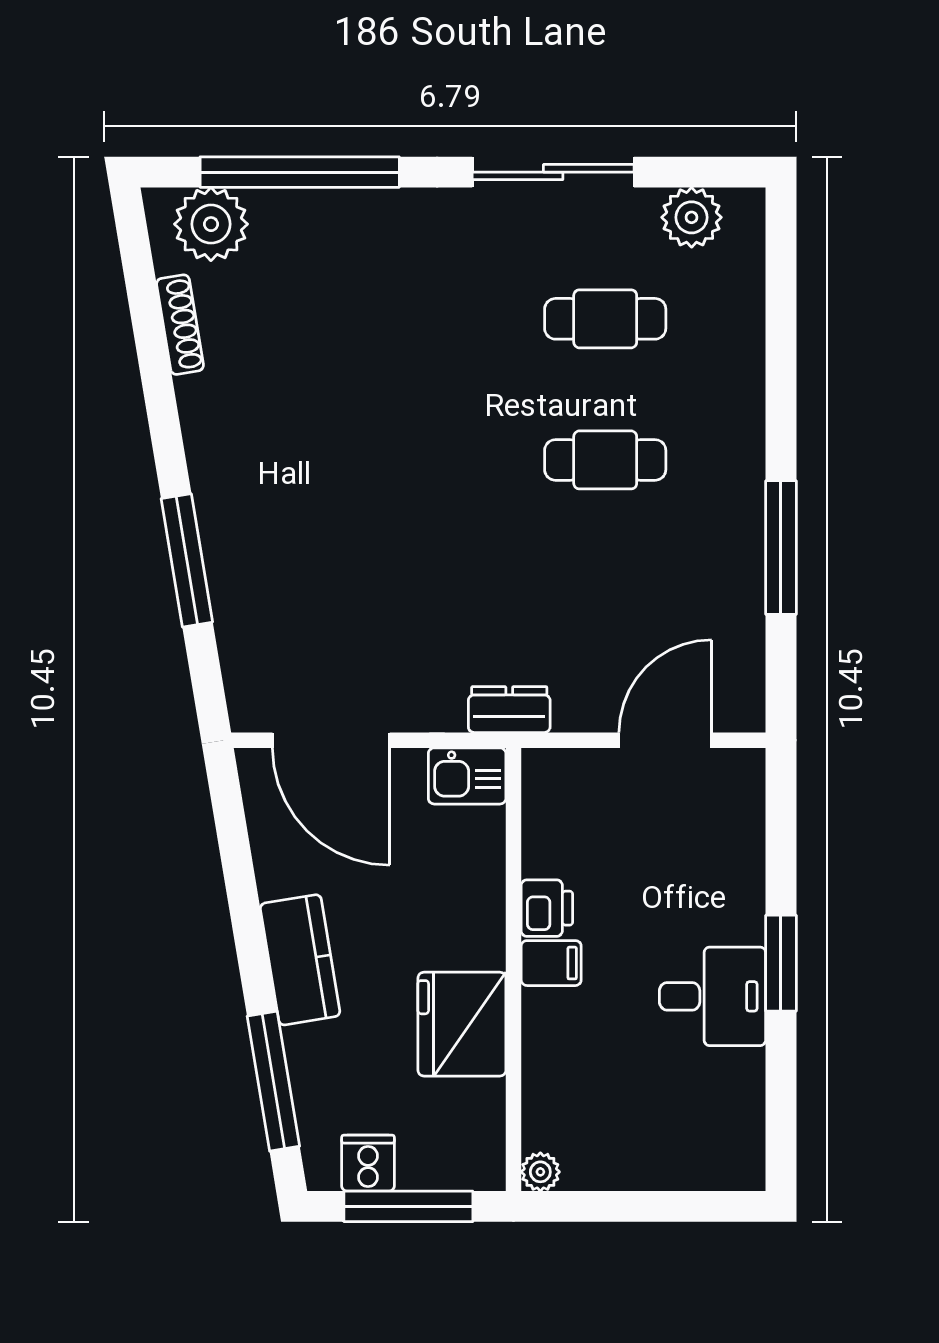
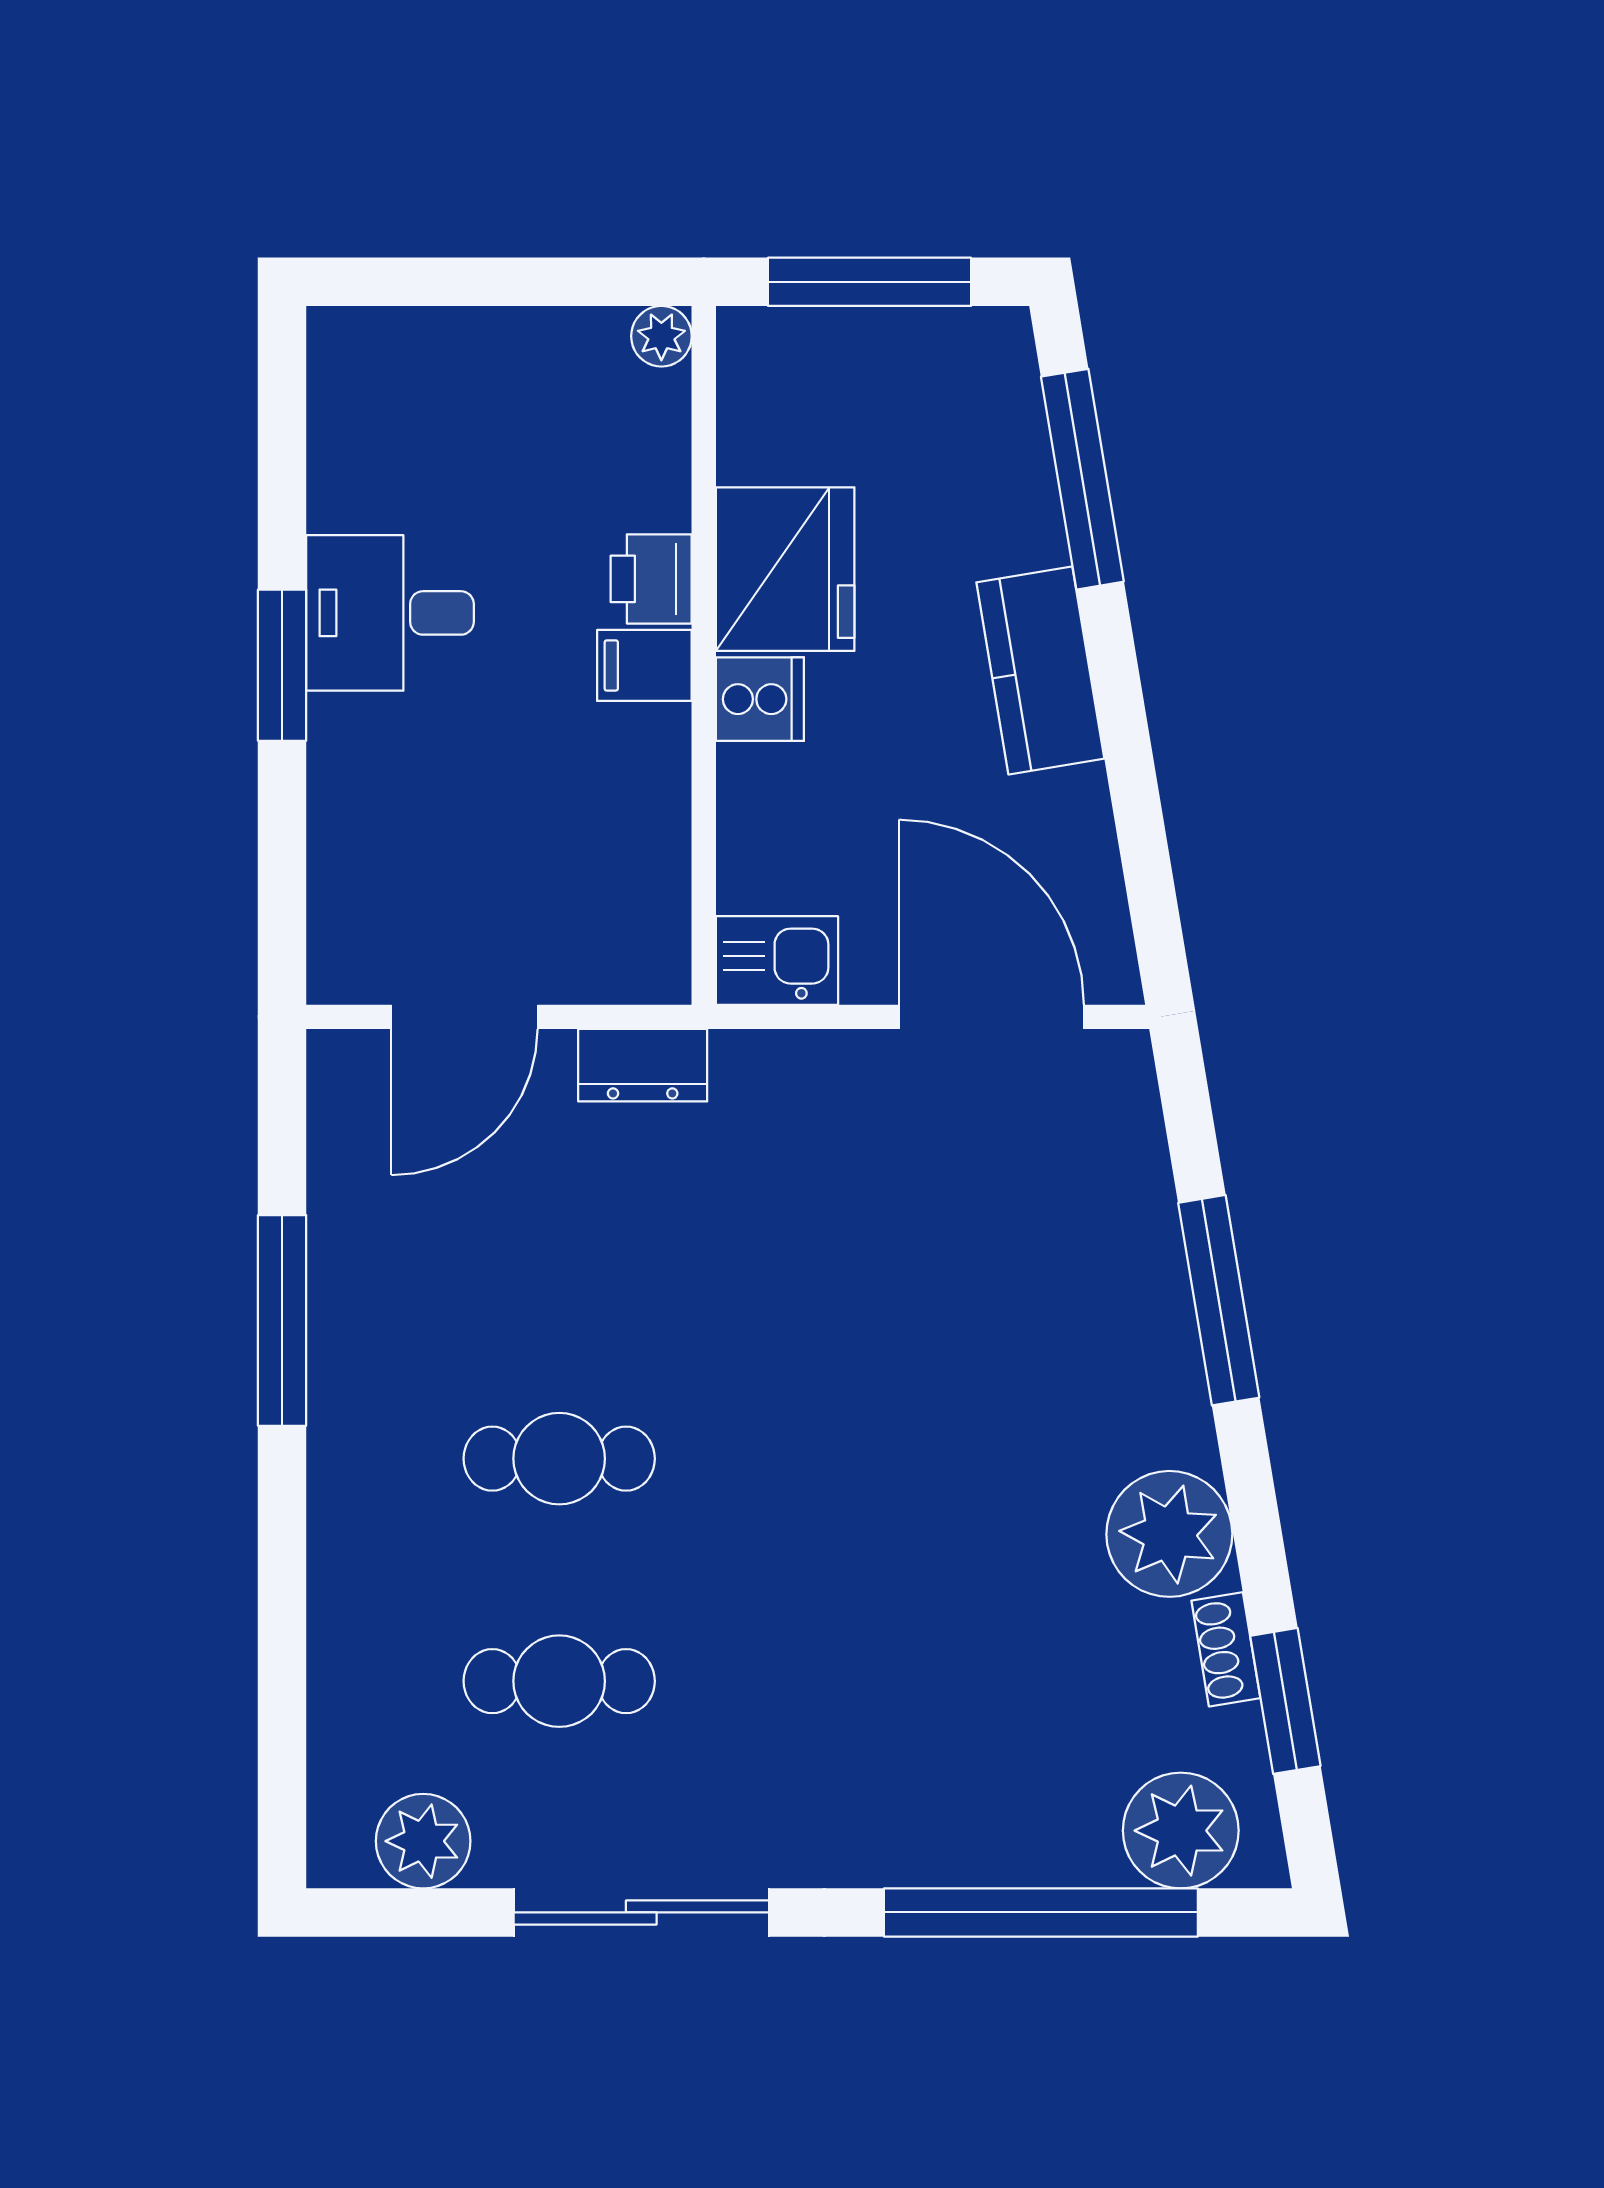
window: (145, 306) -> (1285, 1701), added
shoe rack: (180, 325) -> (1226, 1649), width x0.70
plant: (218, 412) -> (1169, 1534), added
dresser: (509, 710) -> (643, 1065), moved
printer: (547, 908) -> (651, 579), moved
cooker: (368, 1163) -> (760, 699), moved, turned -90

